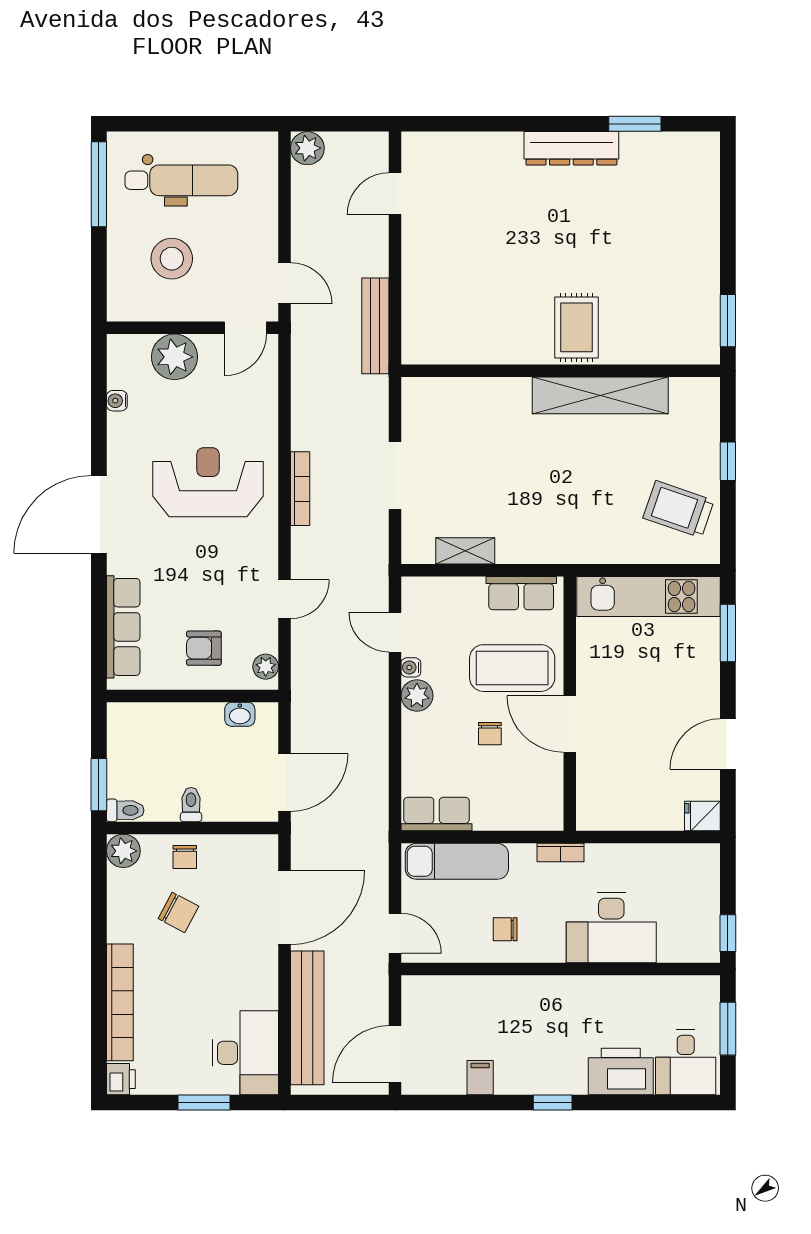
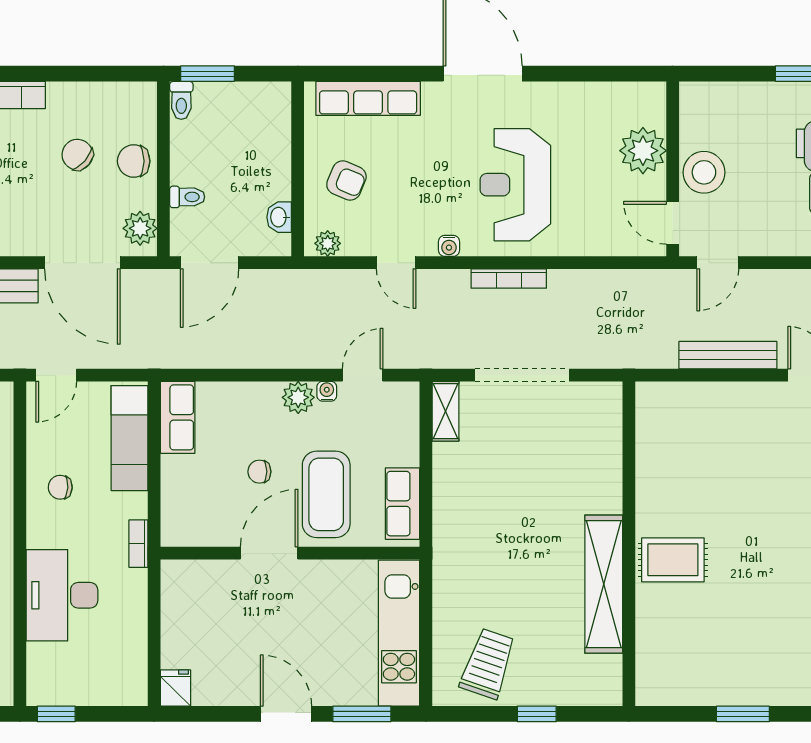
stool: (172, 259) -> (704, 172), moved
window: (728, 321) -> (743, 714), moved
bench: (375, 326) -> (728, 355), moved
water cooler: (117, 401) -> (449, 246), moved, turned 180
doorway: (395, 476) -> (522, 375), width x1.36
reception desk: (208, 482) -> (515, 185), turned 180
shelving: (465, 551) -> (445, 411), moved
armchair: (204, 648) -> (346, 181), turned 113
door: (728, 744) -> (286, 714), moved
door: (285, 783) -> (210, 263), hinge flipped
toilet: (191, 805) -> (187, 197), moved
plant: (123, 851) -> (140, 228), moved
chair: (185, 857) -> (134, 161), width x1.37, depth x1.37
chair: (178, 912) -> (77, 155), turned 103
chair: (505, 929) -> (60, 487), turned -87

